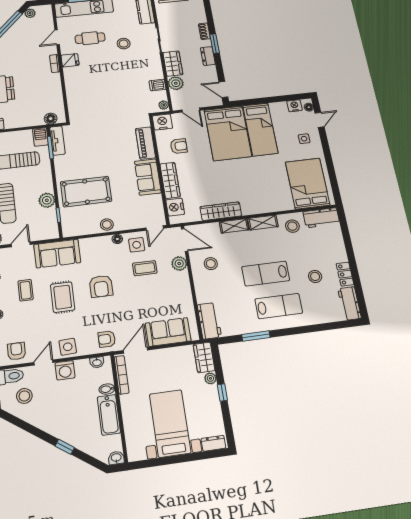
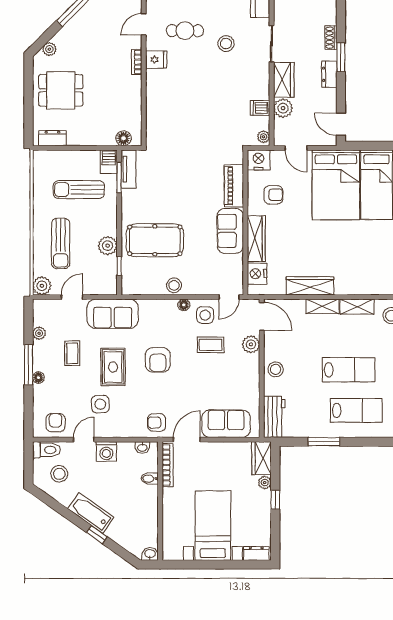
stool: (211, 264) -> (275, 369), moved
lab bench: (266, 274) -> (349, 370), turned 180
side table: (68, 347) -> (100, 404), moved
bathtub: (109, 415) -> (91, 513), moved, turned 125

